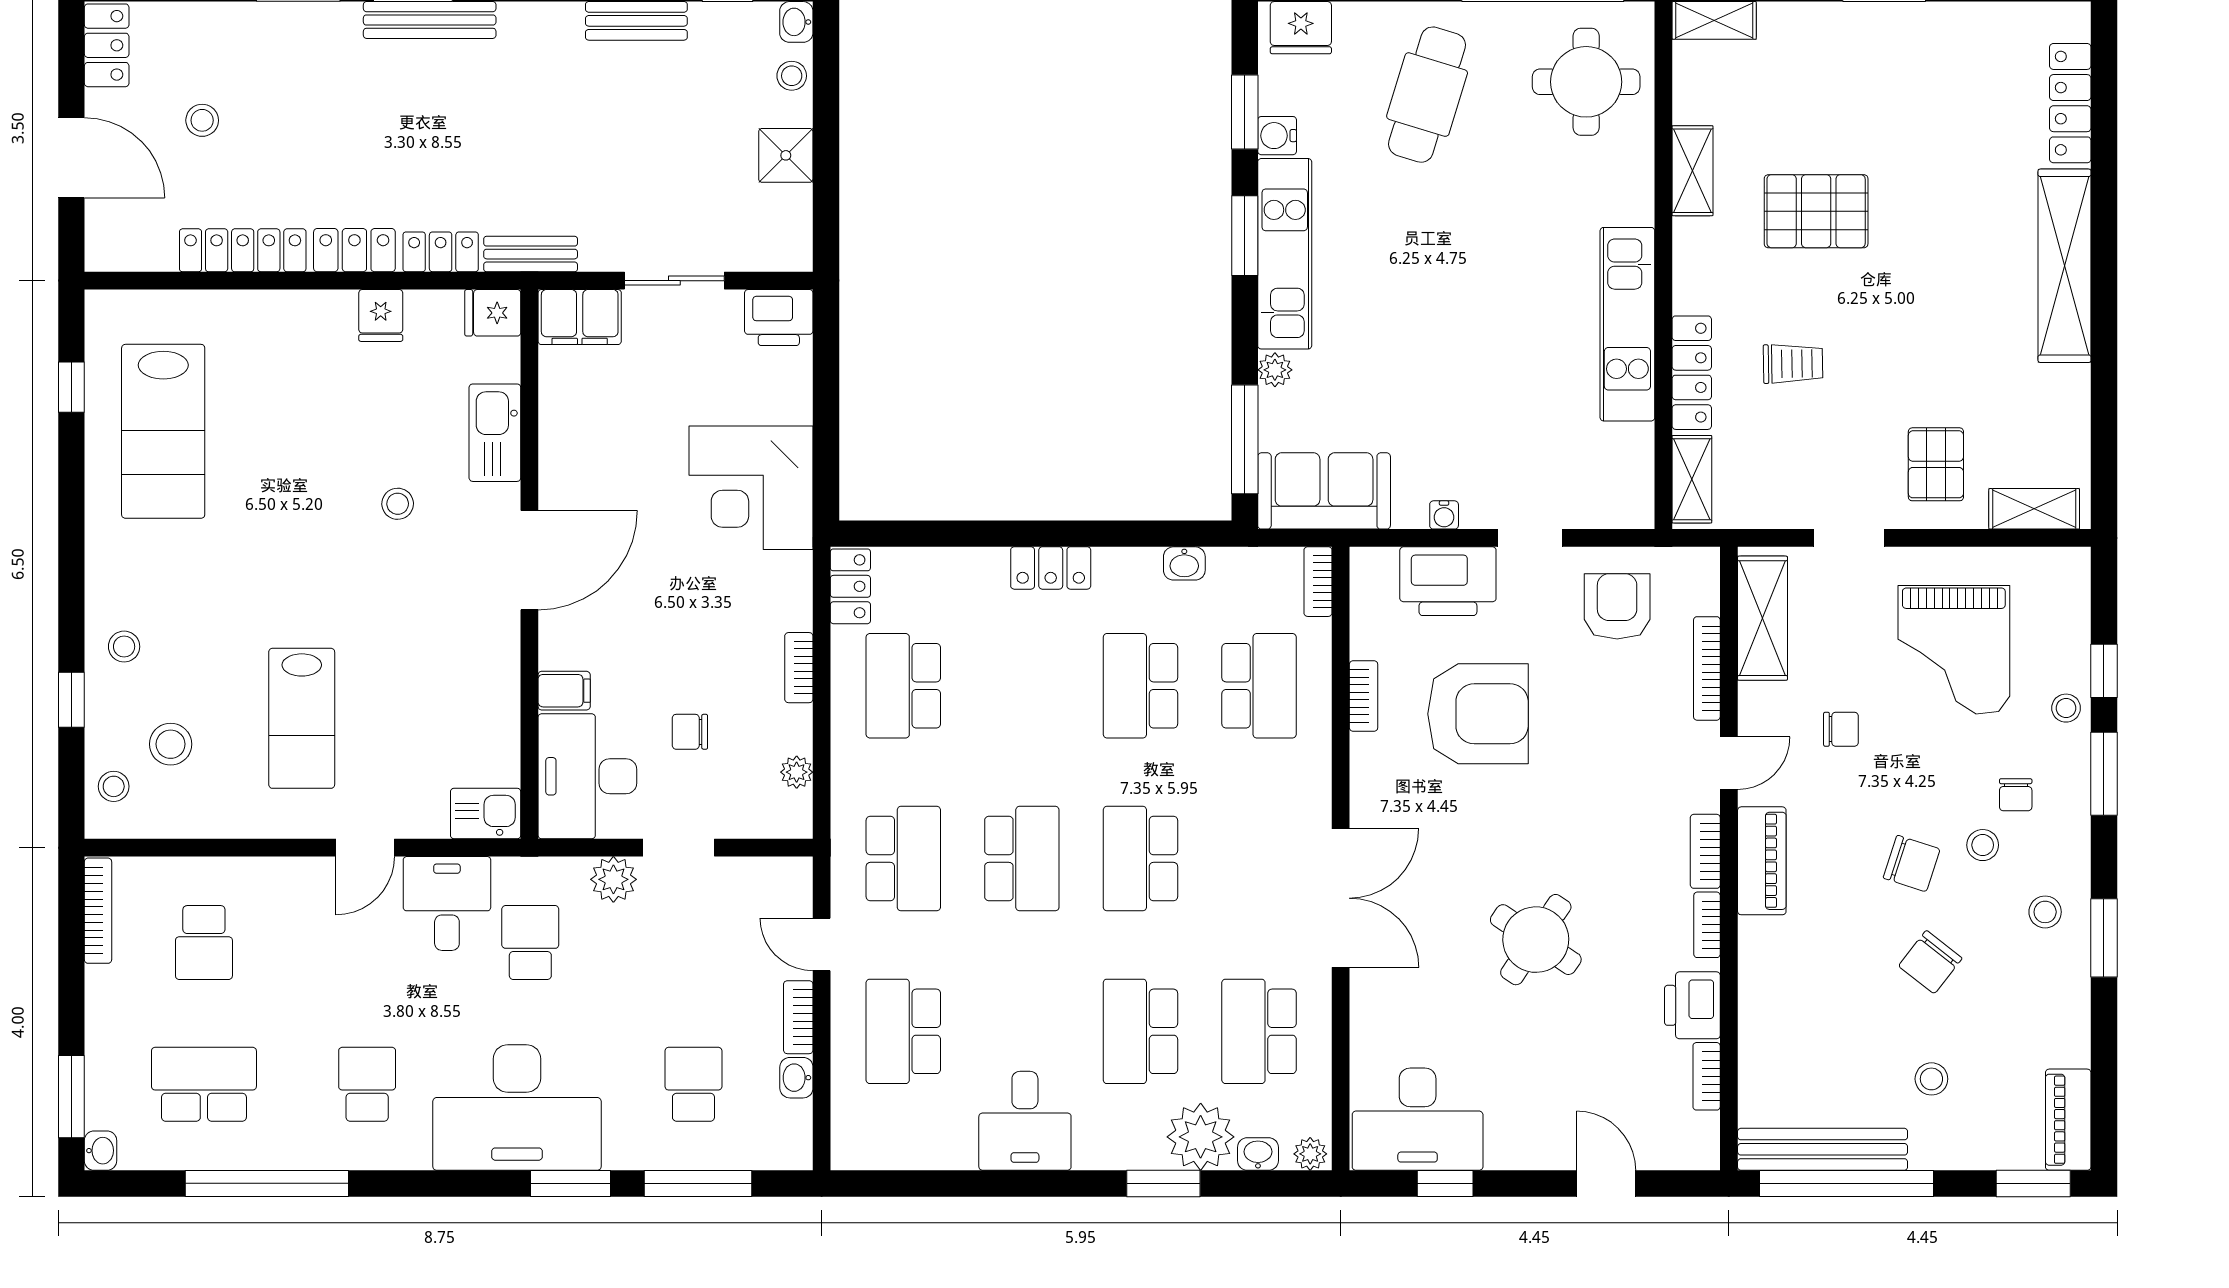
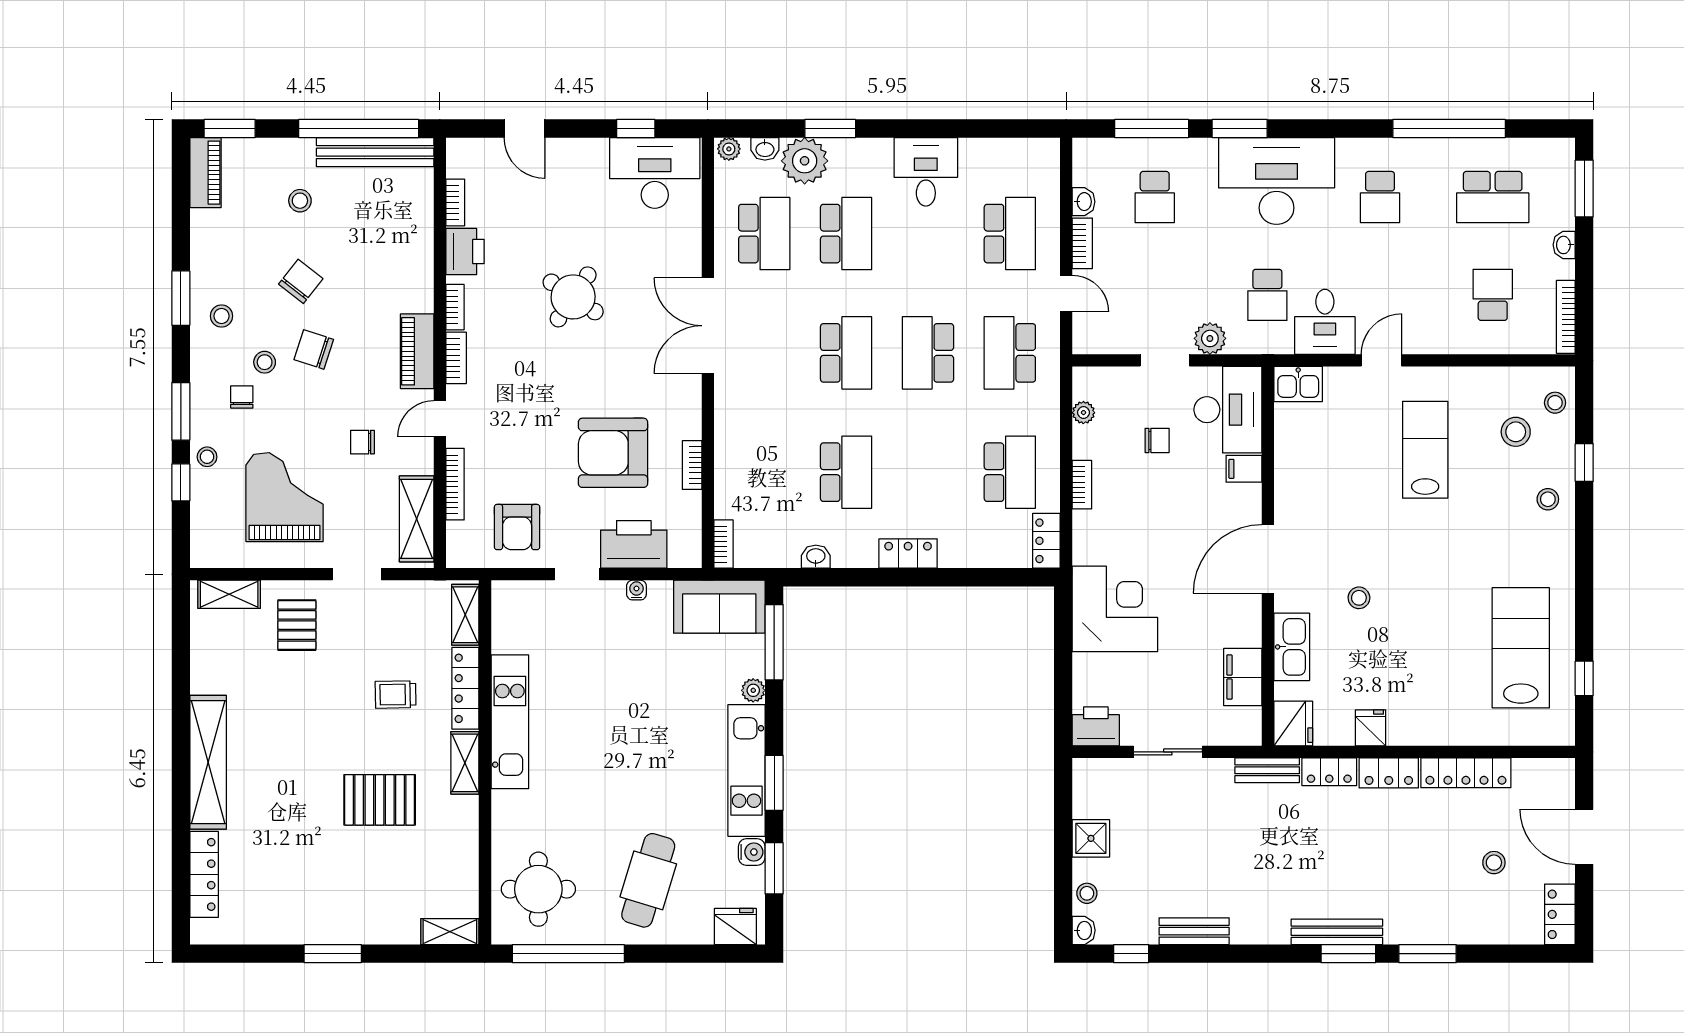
shelving: (1693, 171) -> (465, 763), moved
fridge: (493, 313) -> (1293, 723), width x1.38
filing cabinet: (580, 317) -> (1243, 677), moved, turned -90
school desk: (1259, 686) -> (764, 472), removed
washbasin: (101, 1151) -> (1564, 245), moved

